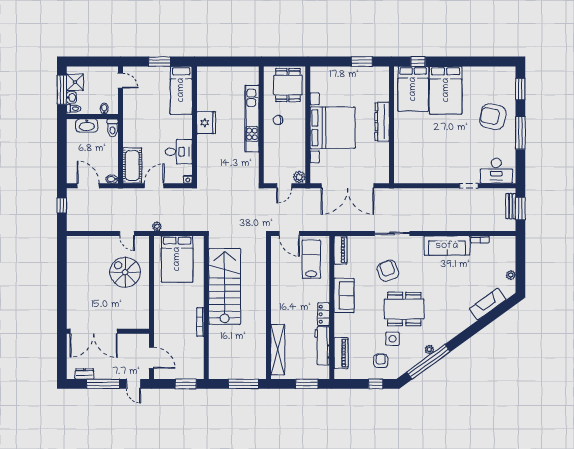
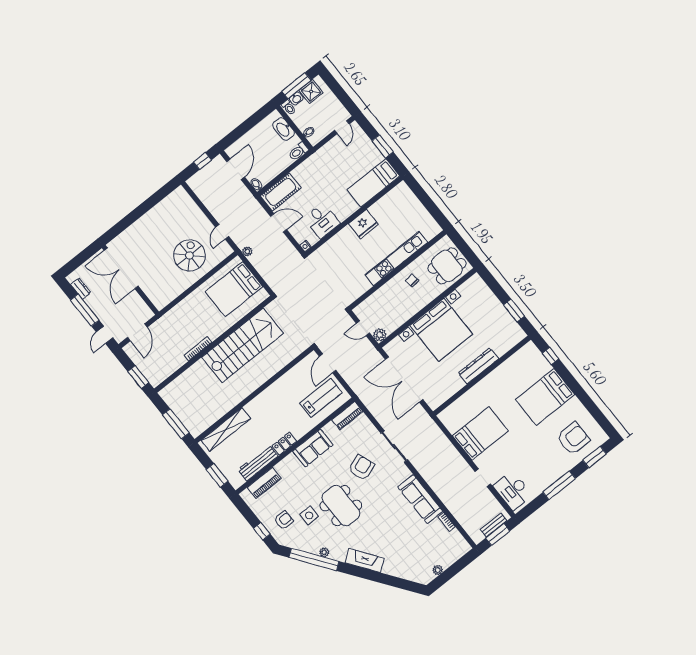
bed: (413, 89) -> (480, 433), moved, turned 180
armchair: (493, 117) -> (573, 438), moved, turned 78
fireplace: (488, 304) -> (365, 560), moved

